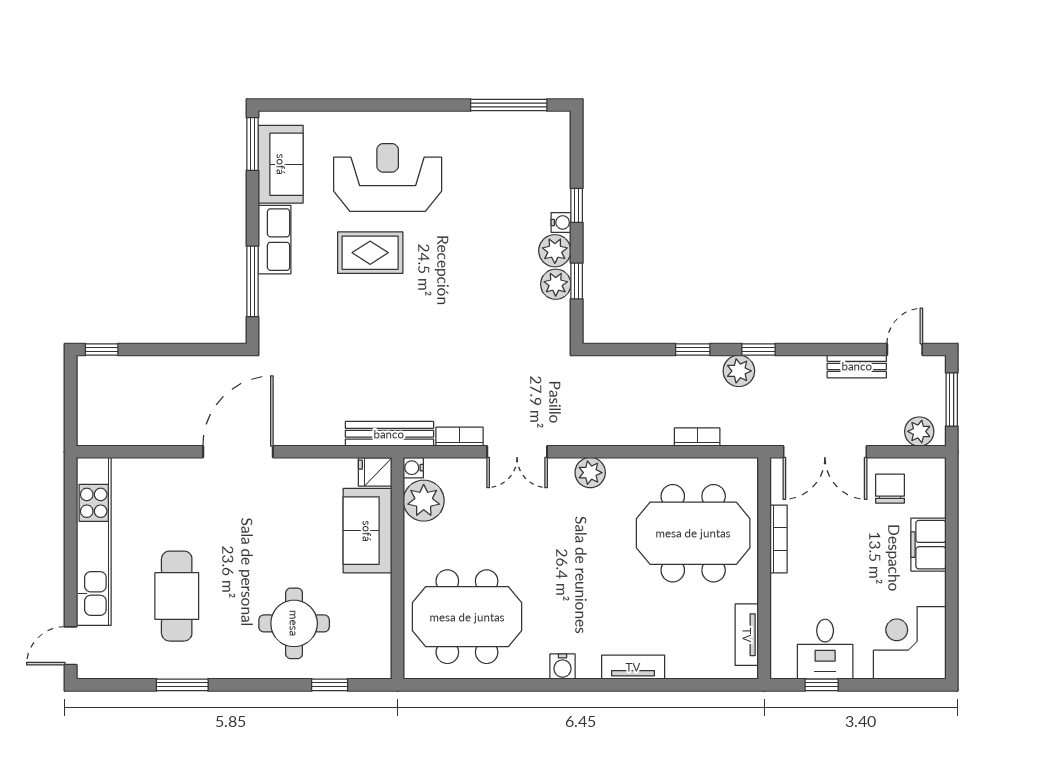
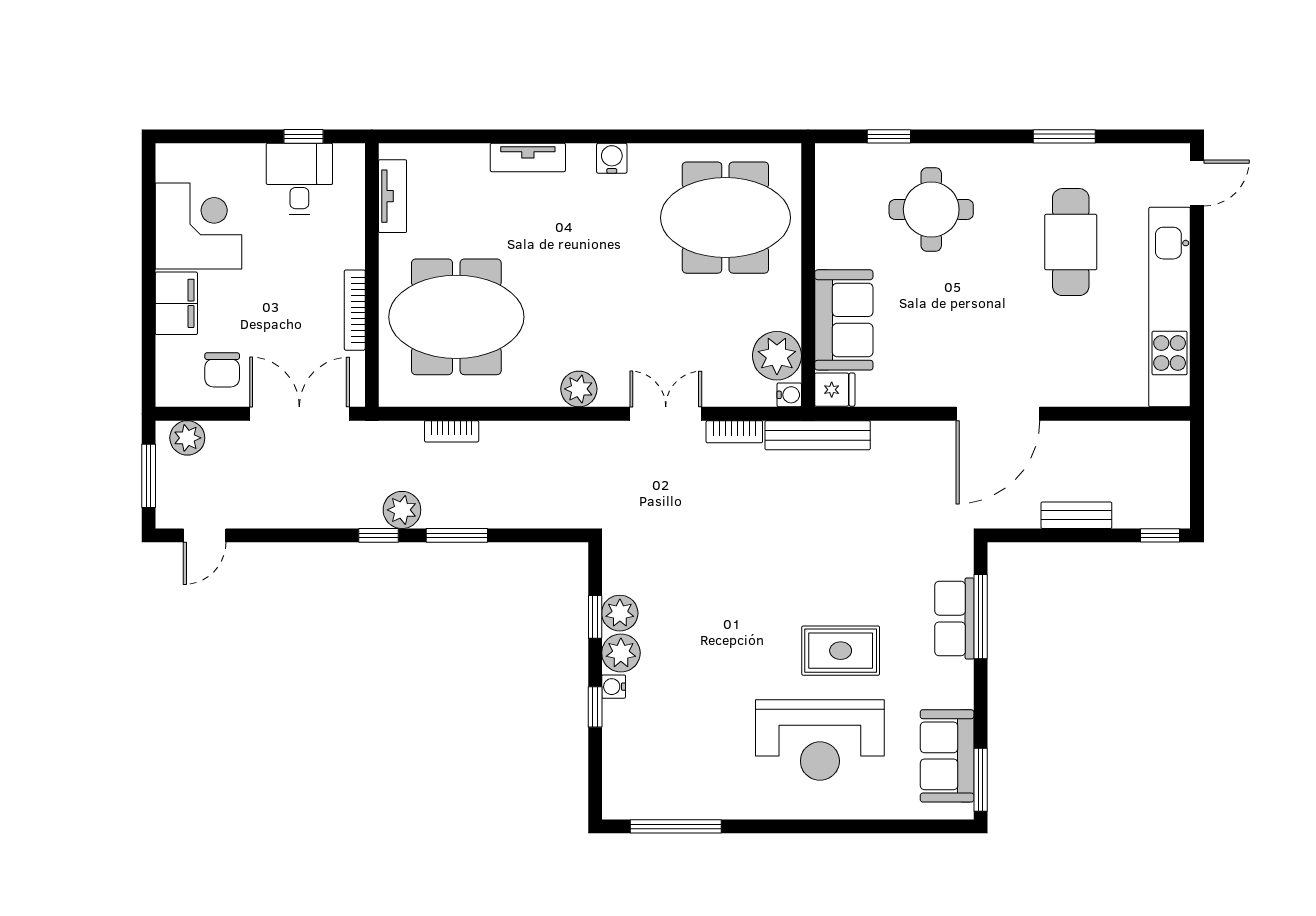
row of seats: (275, 240) -> (954, 619), moved
window: (693, 349) -> (457, 535), width x1.50
bench: (857, 366) -> (1076, 515), moved
corner desk: (910, 643) -> (199, 226), moved, turned -90

